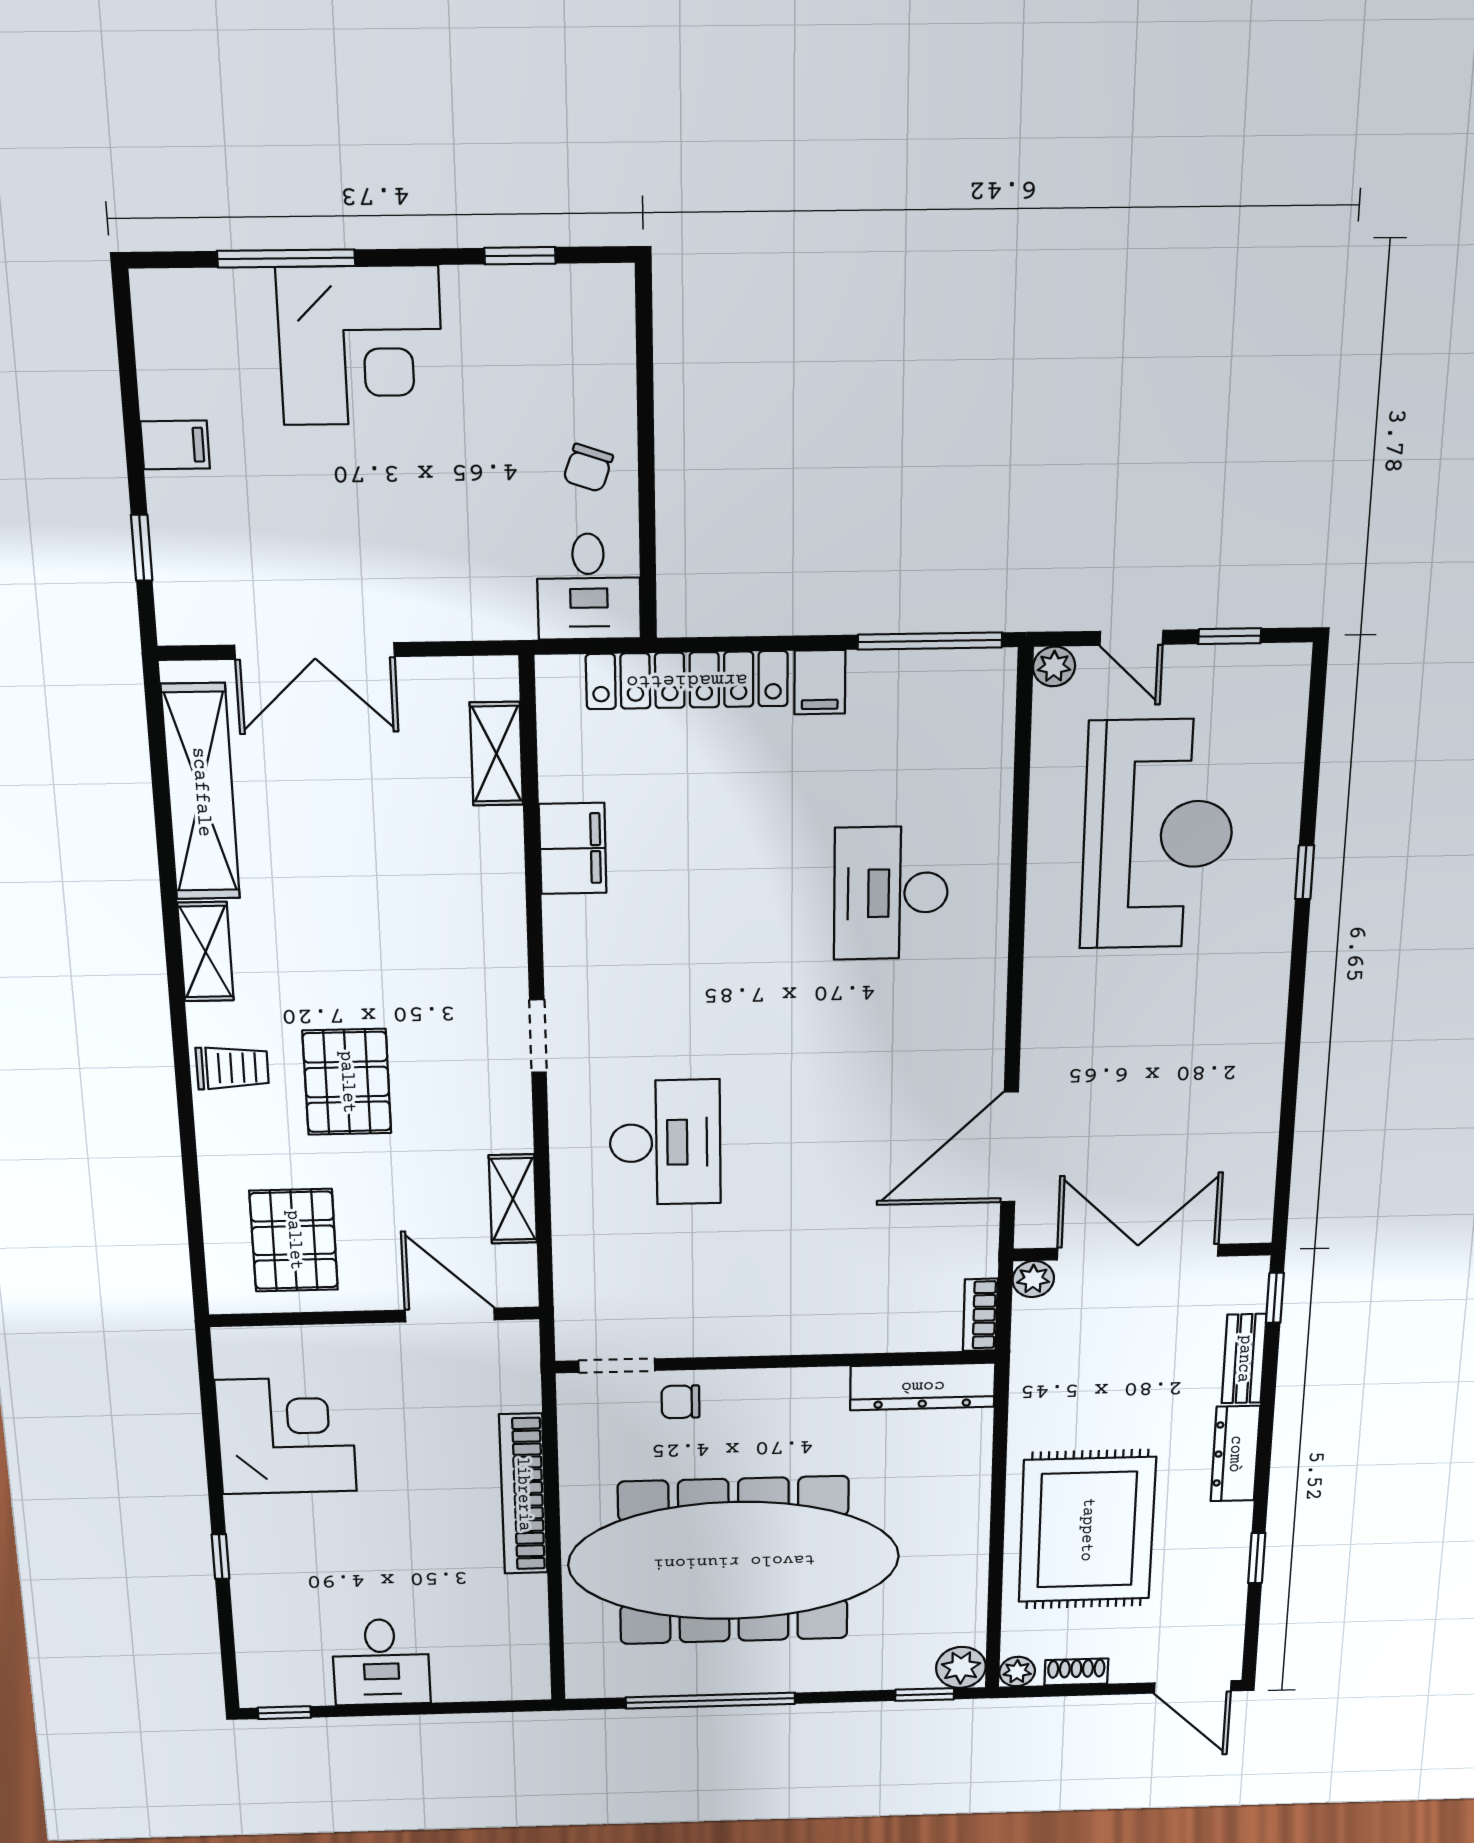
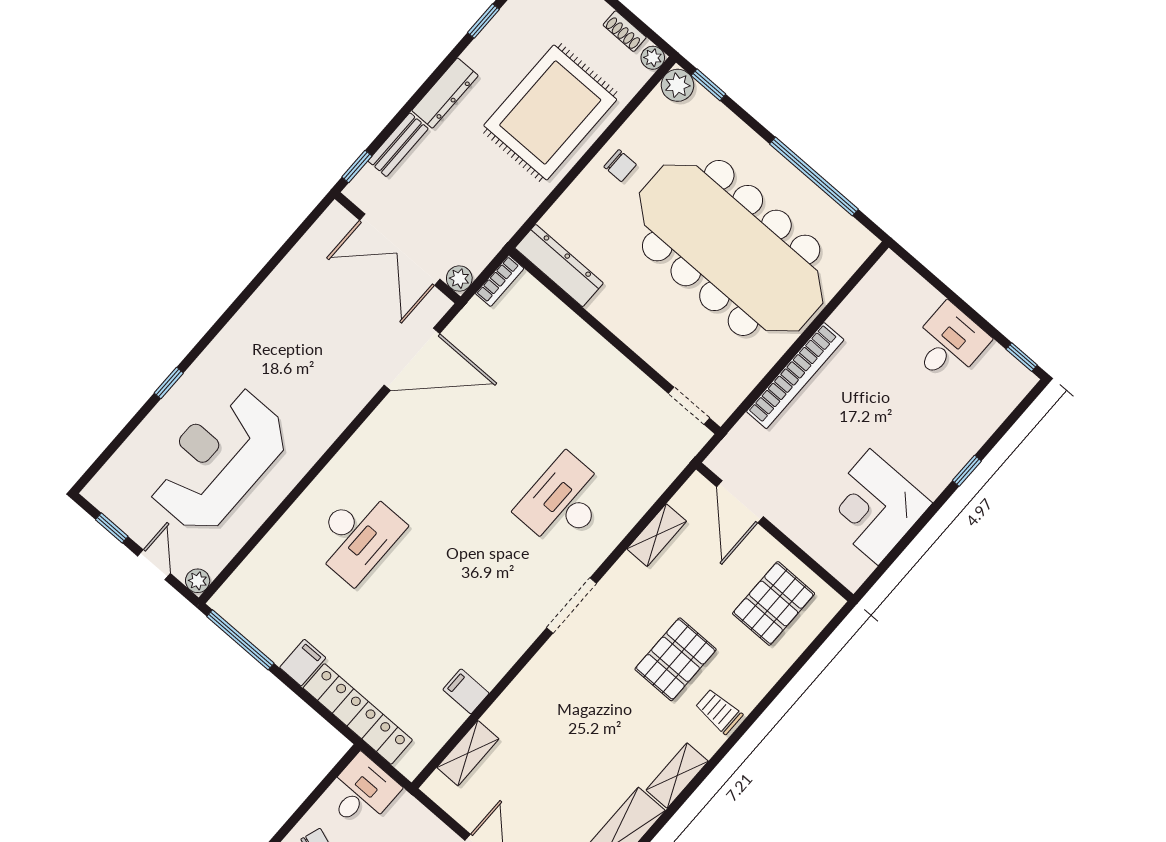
filing cabinet: (573, 849) -> (466, 691), width x0.50
doorway: (538, 1036) -> (571, 606), width x1.38
chair: (681, 1402) -> (620, 166), moved

